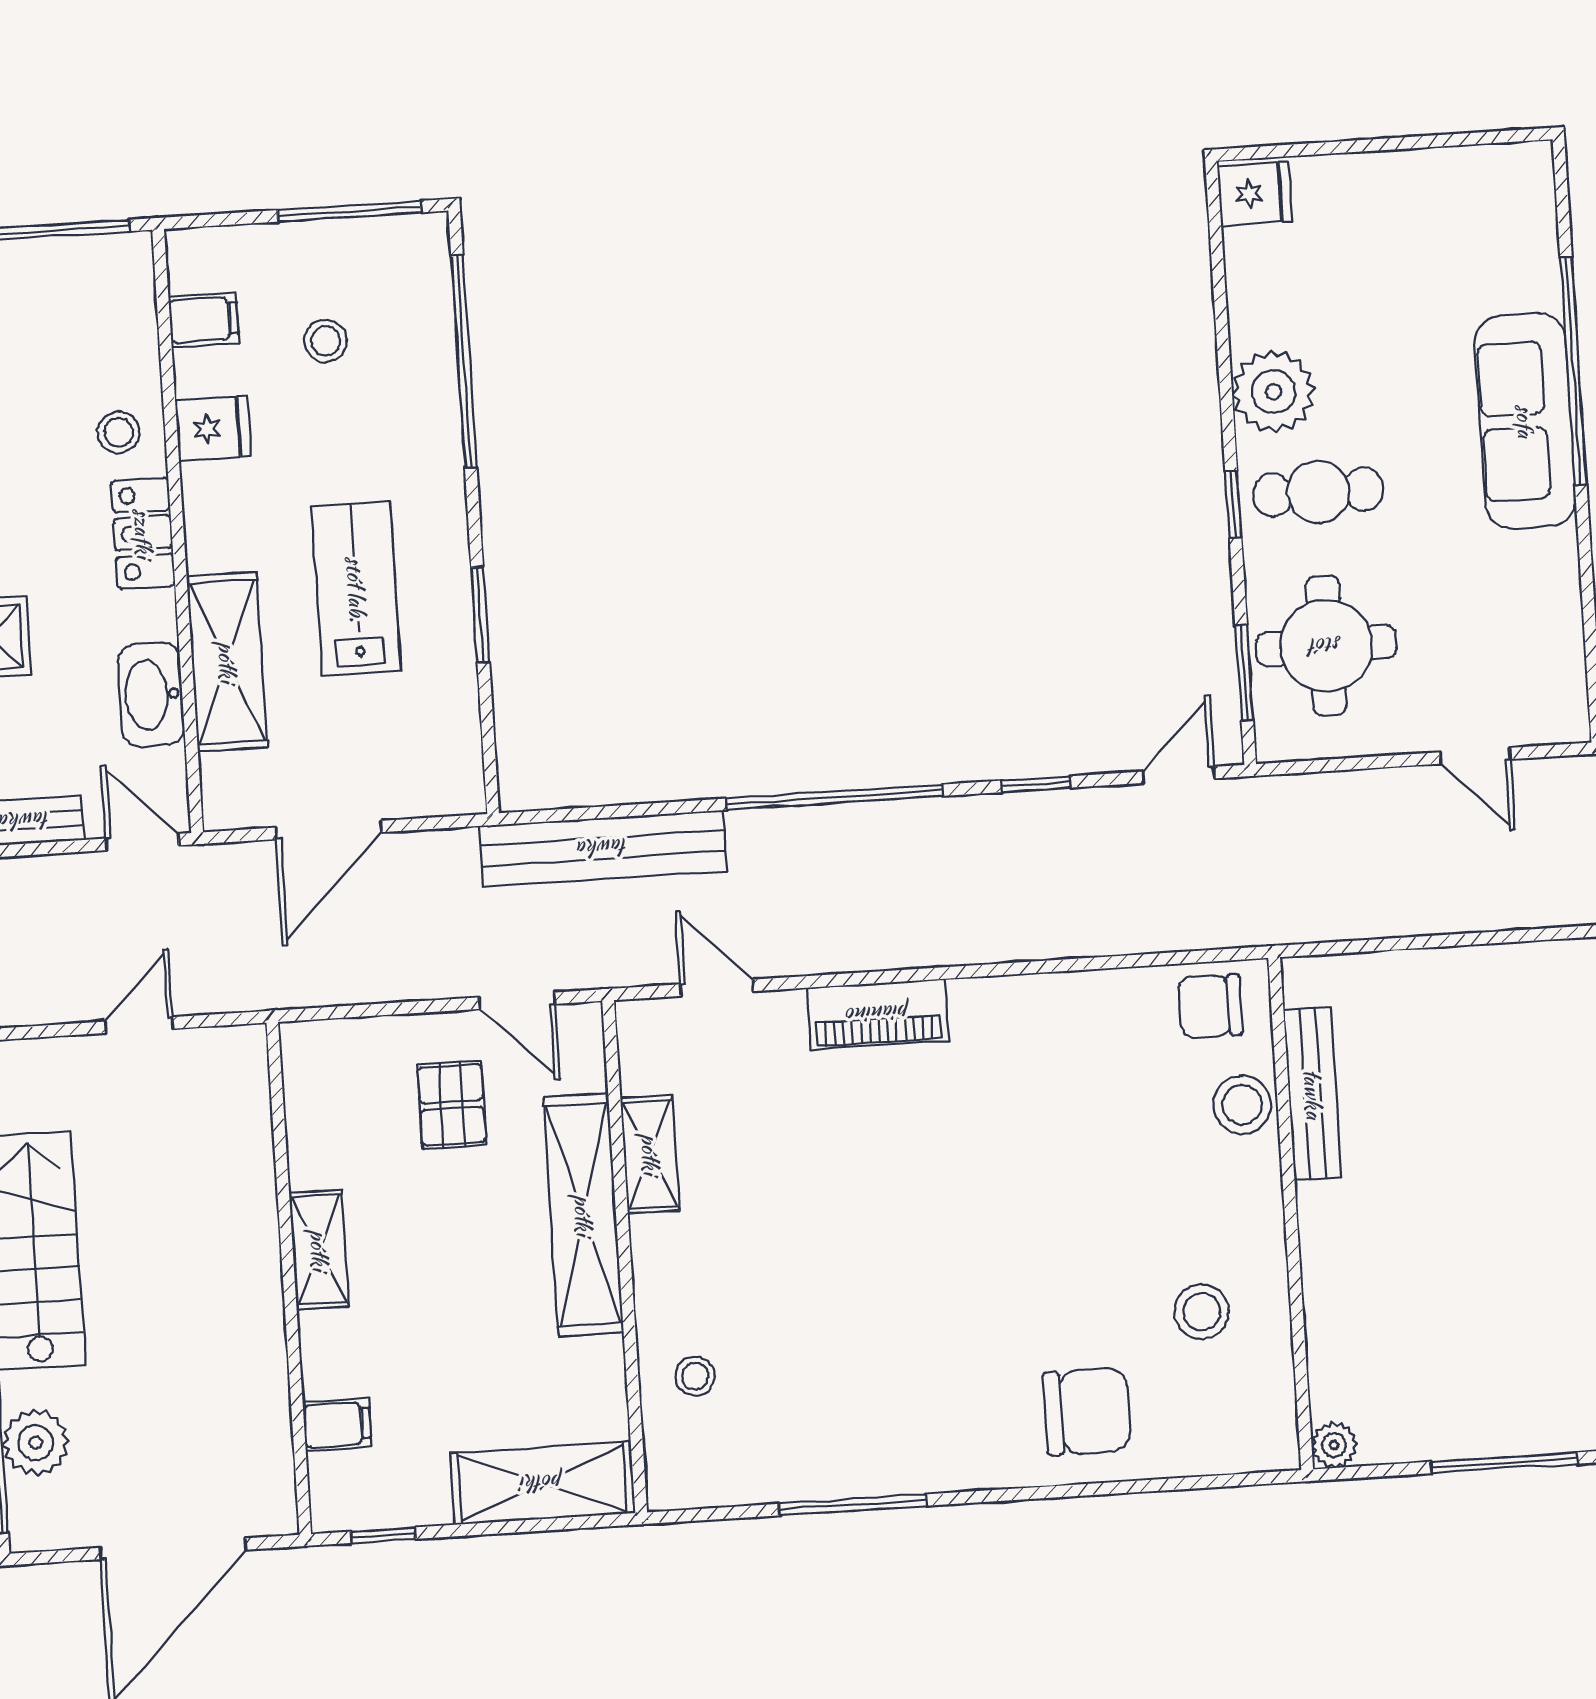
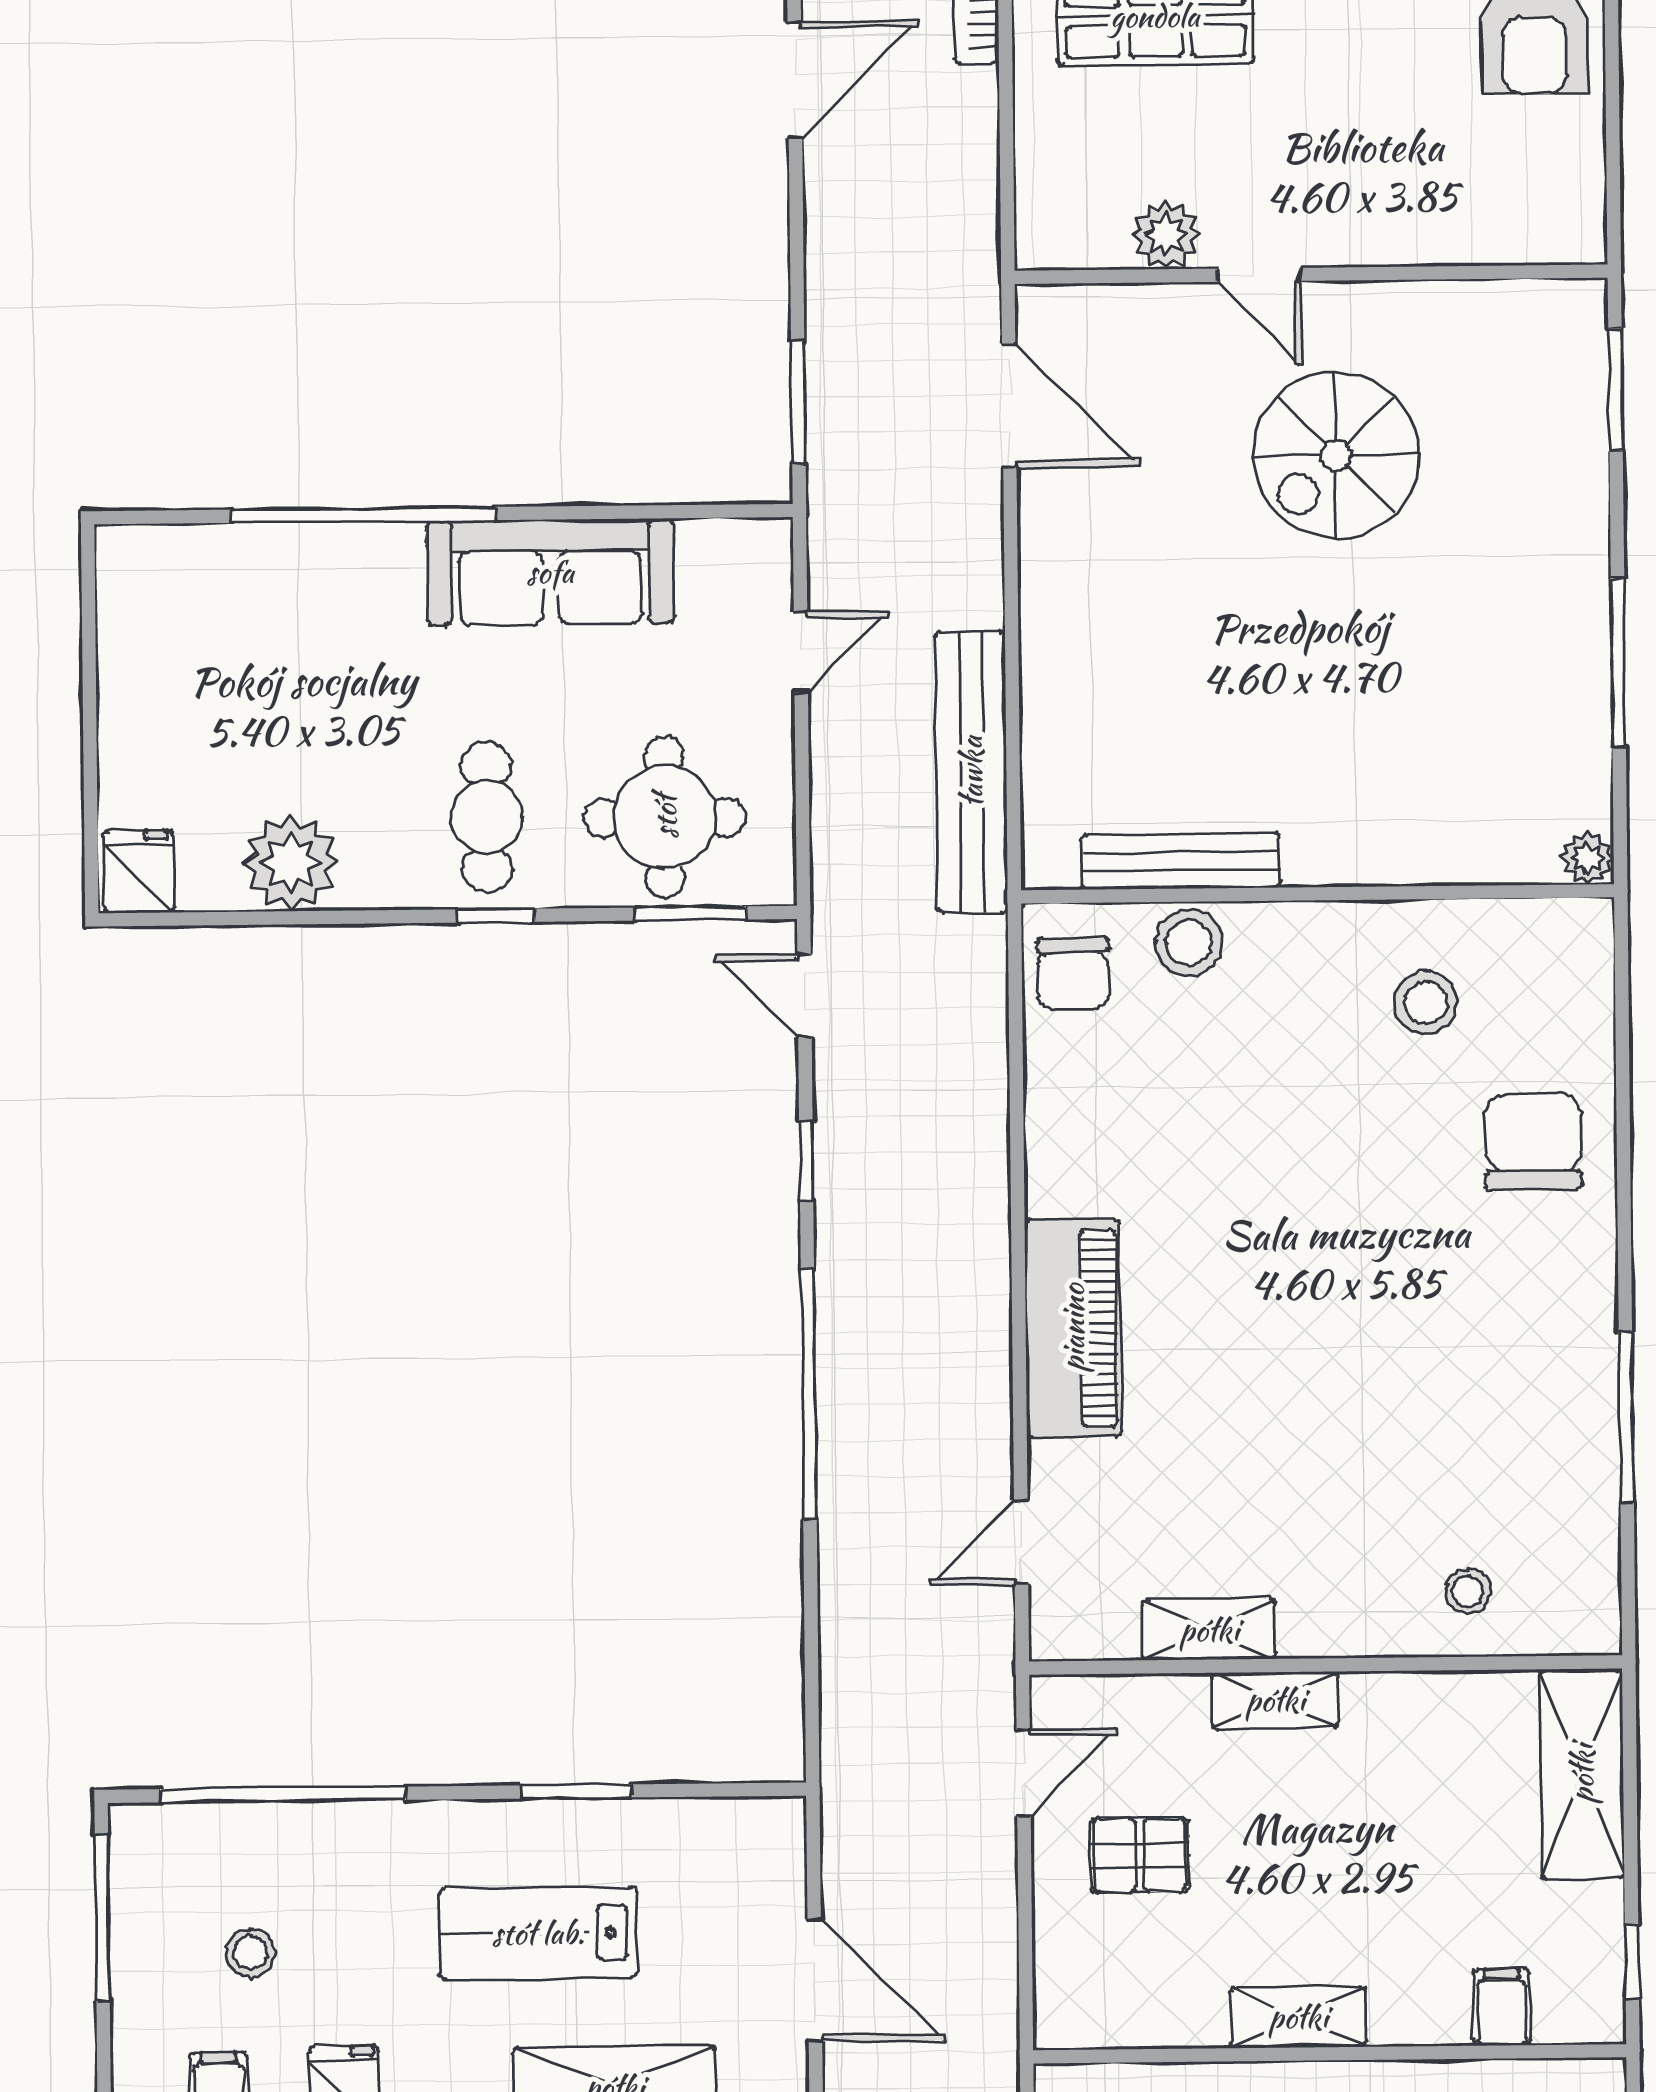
plant: (1273, 392) -> (291, 863), moved
sofa: (1525, 421) -> (550, 572), moved
bench: (603, 848) -> (971, 772), moved
piano: (878, 1014) -> (1073, 1328), width x1.37, depth x1.33
shelving: (583, 1215) -> (1275, 1700), width x0.45, depth x0.75

